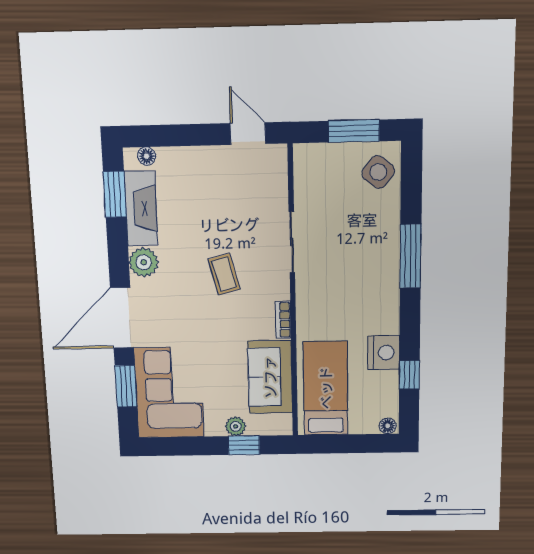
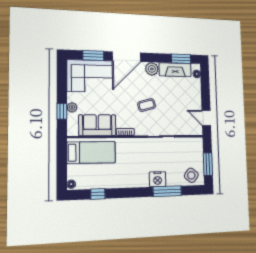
door: (248, 134) -> (206, 118), swing flipped
window: (411, 256) -> (167, 191), moved
door: (122, 318) -> (127, 57), swing flipped
nightstand: (384, 353) -> (158, 179), moved

